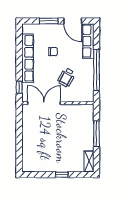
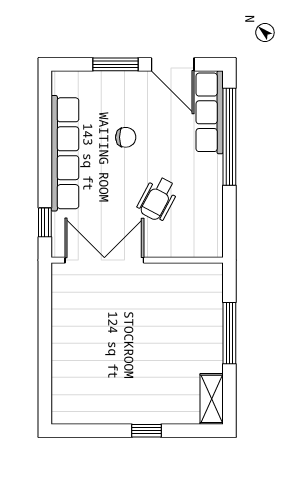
window: (96, 70) -> (229, 137), moved

